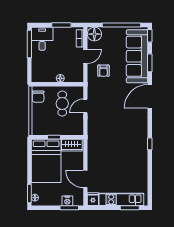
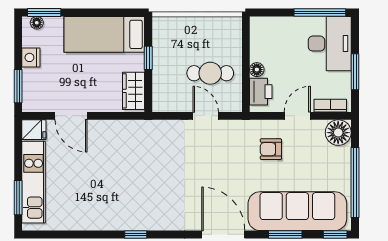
desk: (42, 39) -> (330, 44), width x1.37
door: (85, 56) -> (297, 116), swing flipped
printer: (72, 76) -> (261, 92), added
chair: (38, 97) -> (223, 29), removed
bed: (46, 161) -> (104, 34), width x0.67
door: (85, 179) -> (71, 116), swing flipped
nightstand: (67, 201) -> (31, 57), moved

